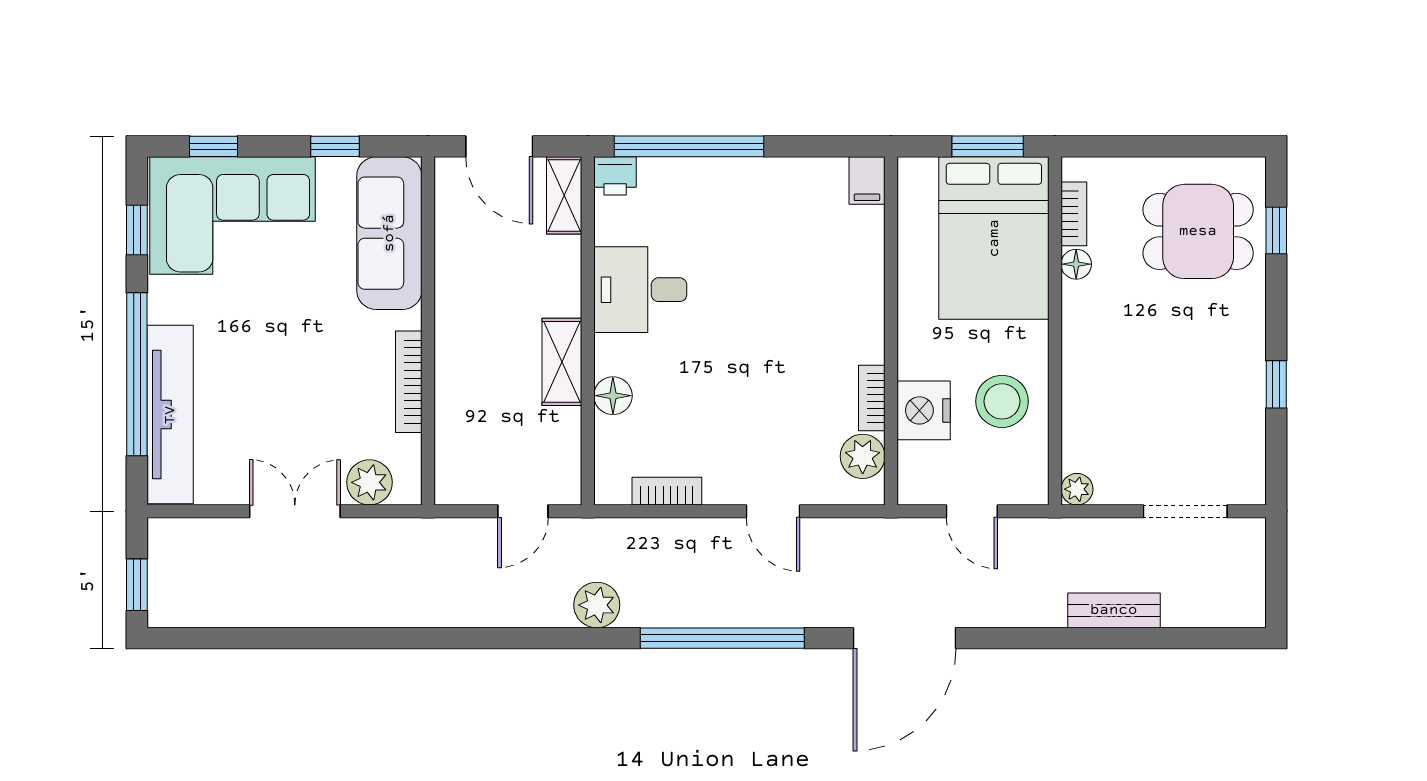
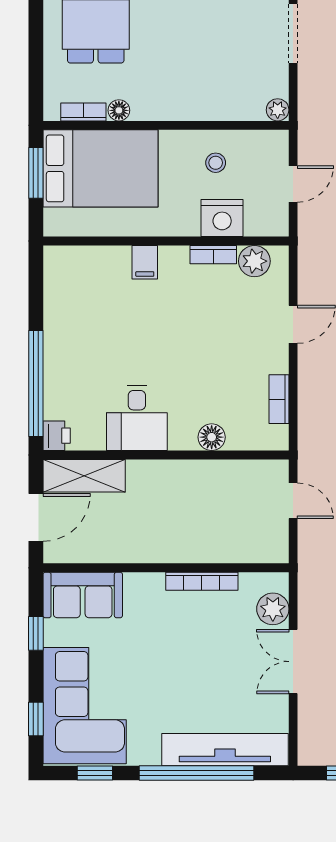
filing cabinet: (867, 181) -> (145, 262), moved, turned 90
shelving: (564, 195) -> (84, 476), width x1.50, depth x1.33
sofa: (389, 233) -> (83, 595), width x0.73
shelving: (562, 362) -> (188, 473), removed
stool: (1002, 401) -> (216, 163), width x0.53, depth x0.53

